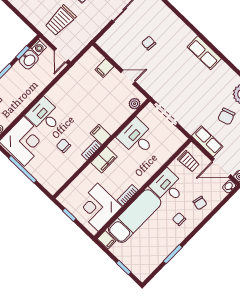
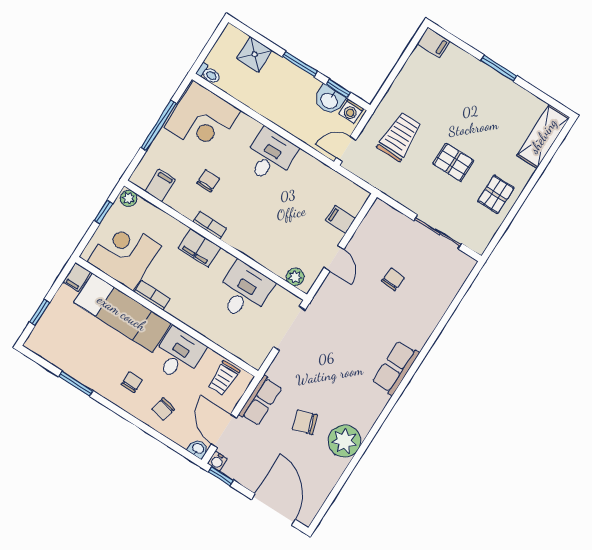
trolley: (60, 20) -> (400, 136), turned 90
desk: (44, 116) -> (270, 156), moved
filing cabinet: (100, 135) -> (160, 185), moved
plant: (64, 197) -> (129, 198), added

